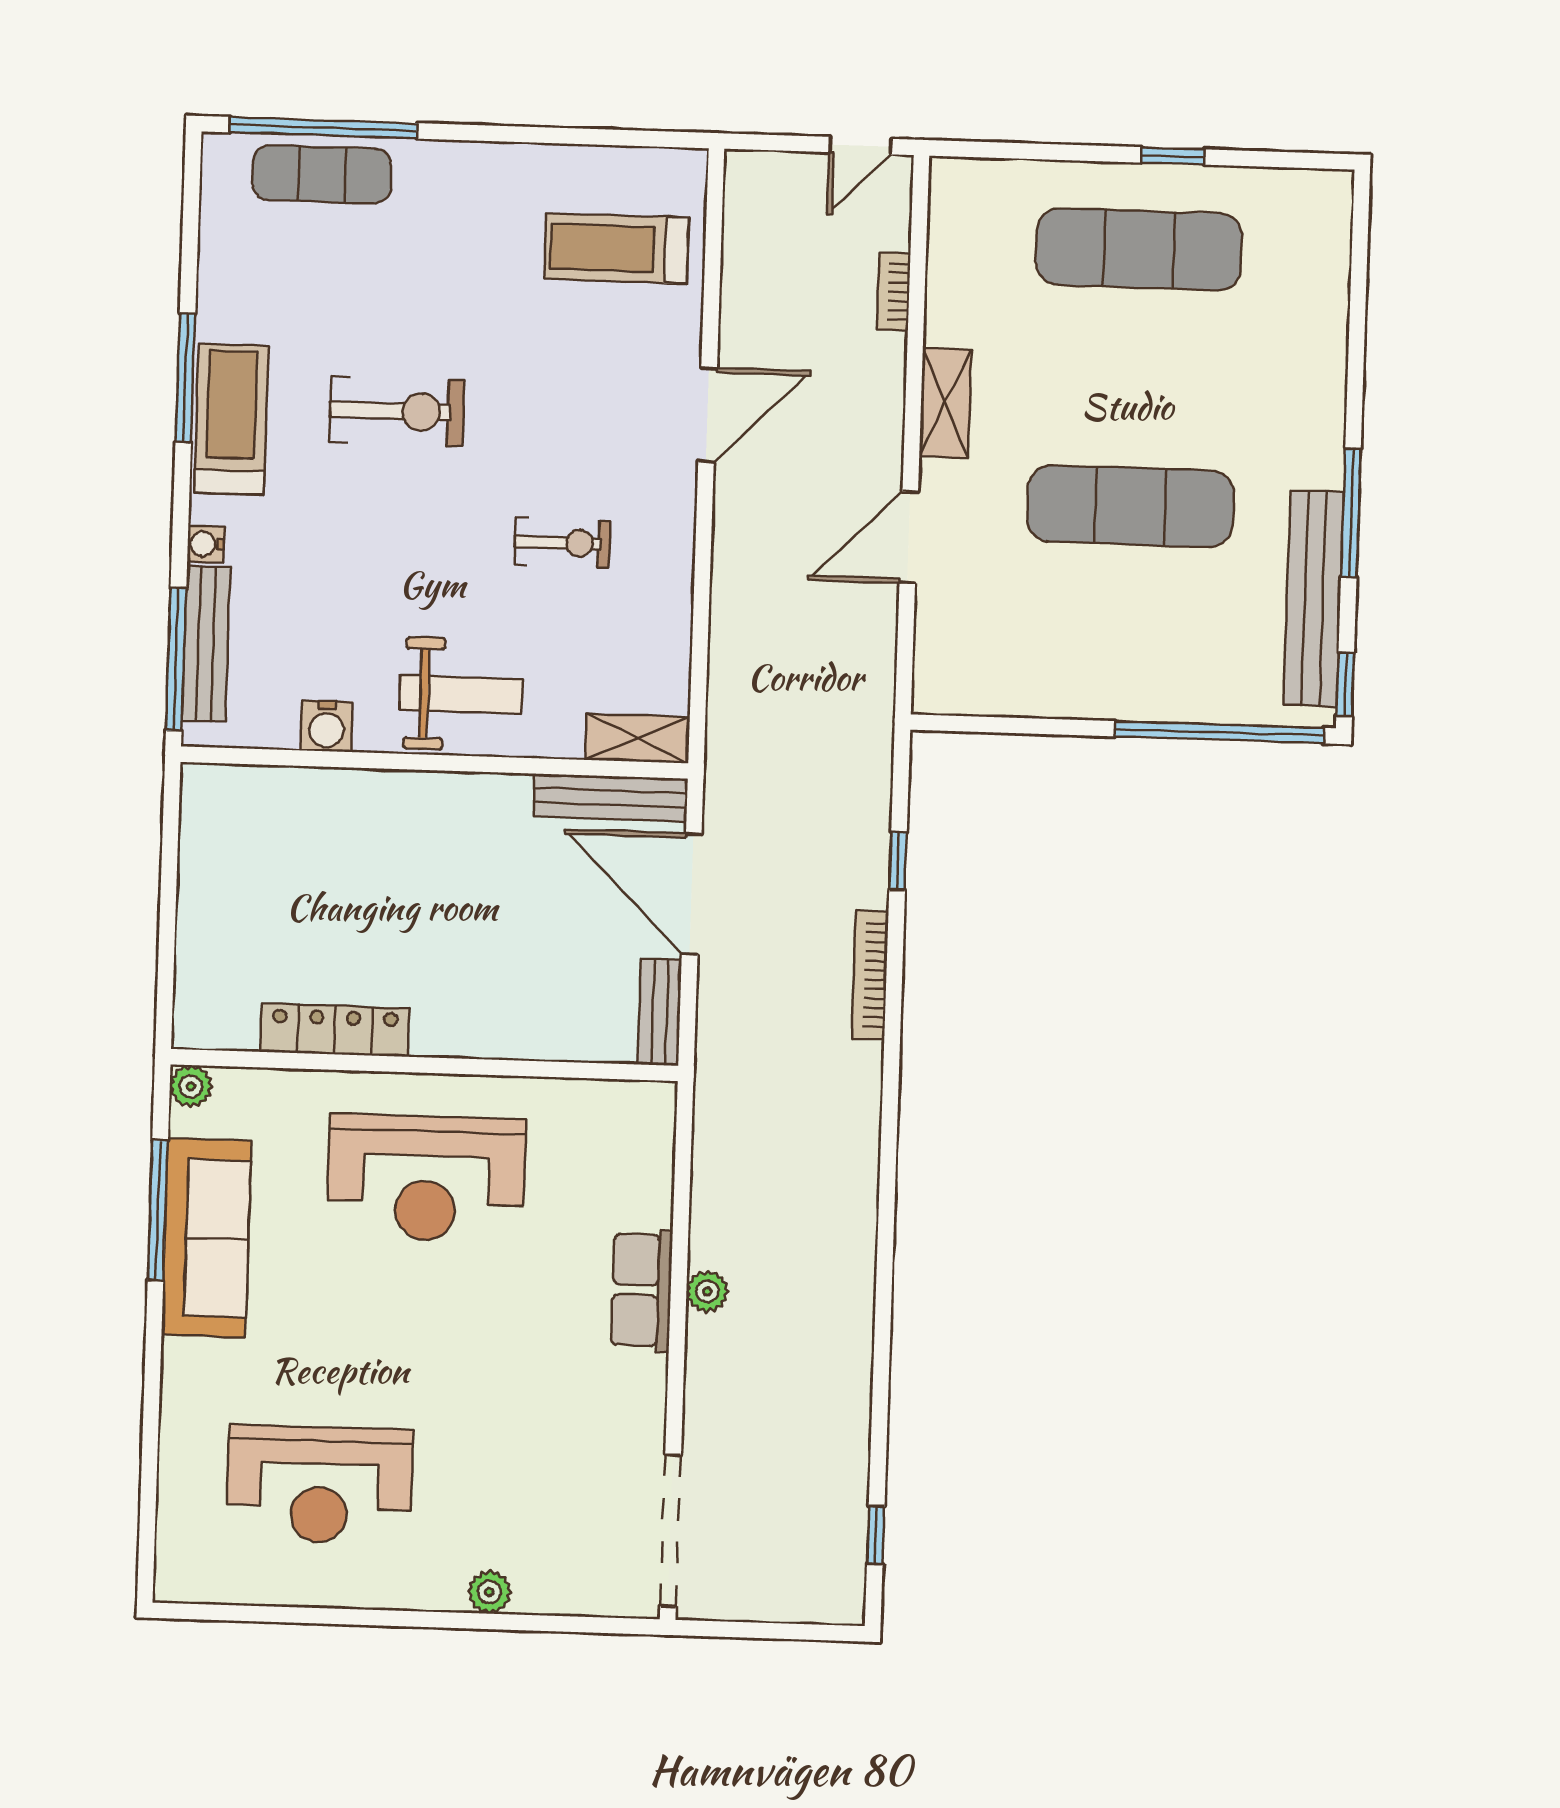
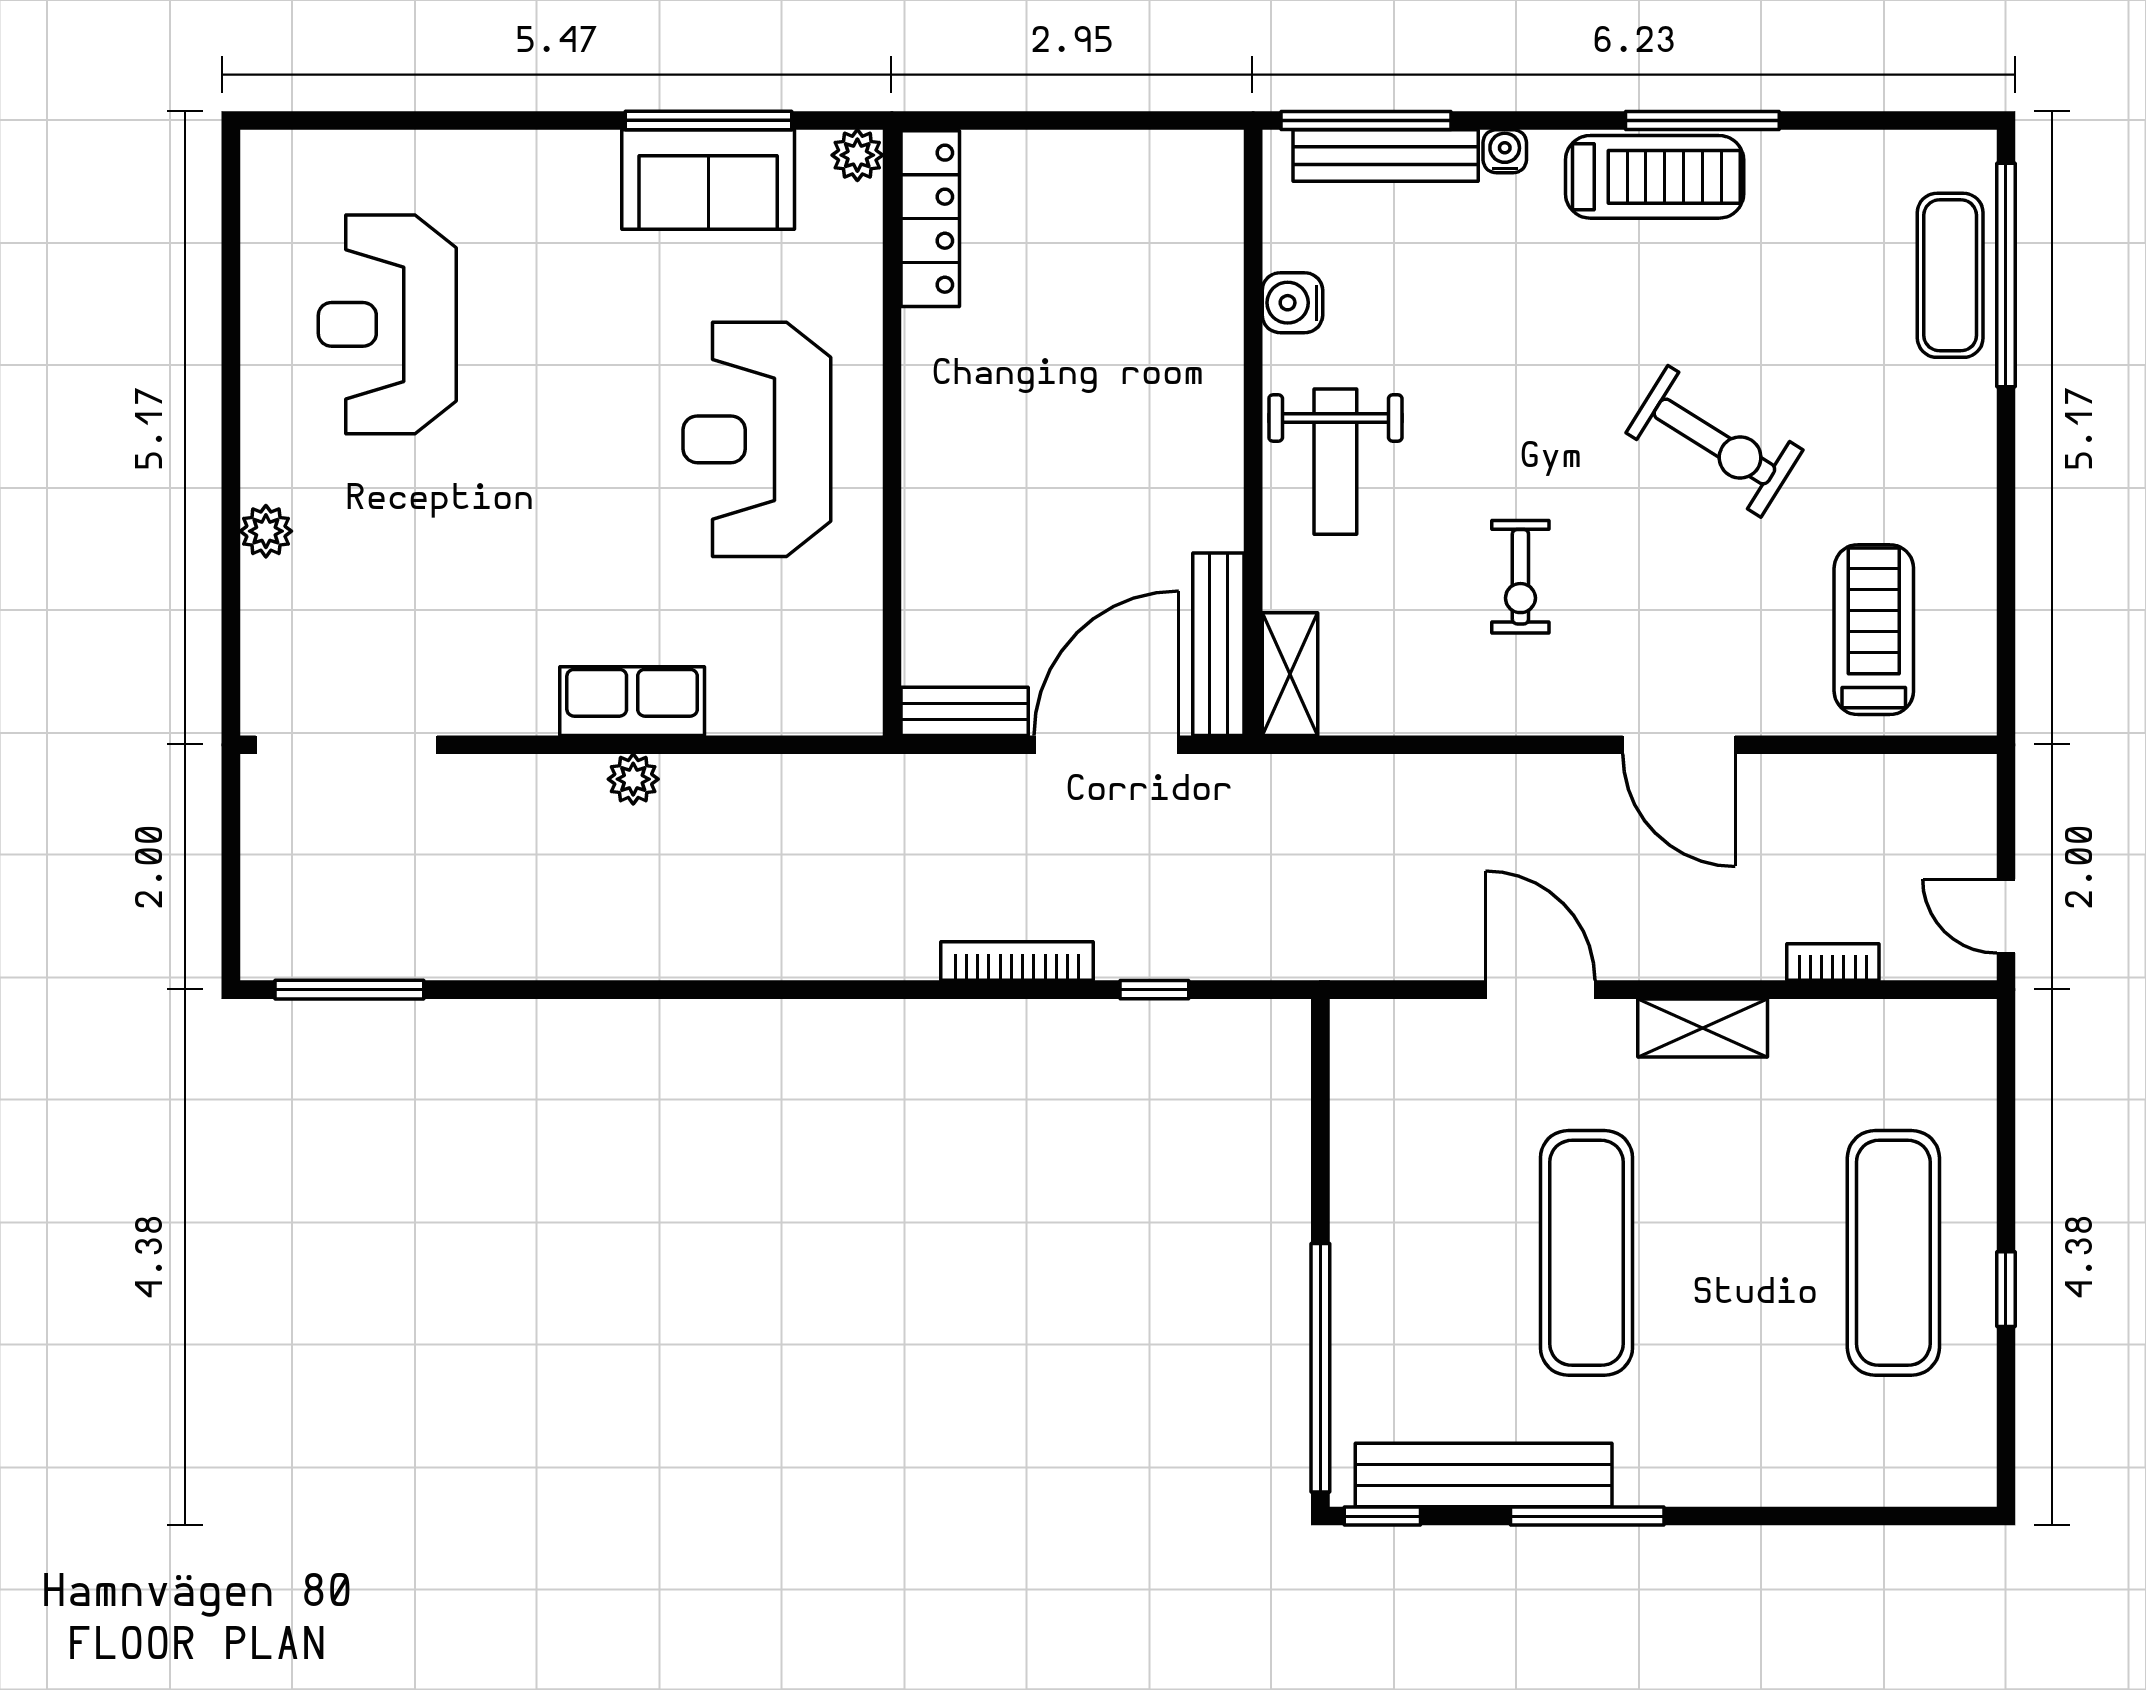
exercise bike: (397, 411) -> (1714, 441), moved, turned -58
locker: (335, 1030) -> (930, 219), moved
sofa: (206, 1238) -> (708, 180), width x0.73
window: (876, 1535) -> (349, 990), width x2.17

